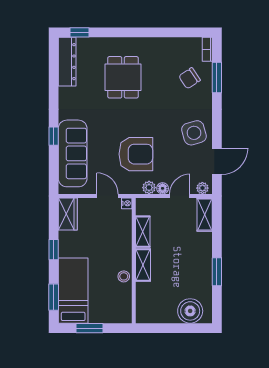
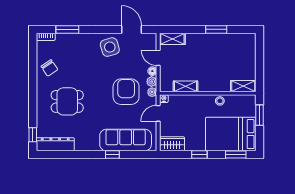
chair: (190, 78) -> (49, 68), moved
plant: (202, 188) -> (152, 92), moved
shelving: (143, 265) -> (243, 86), moved
bed: (73, 291) -> (231, 134), width x1.50
boiler: (190, 311) -> (246, 50), removed
window: (89, 328) -> (259, 115), moved

